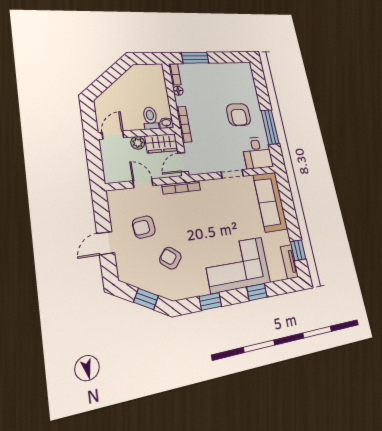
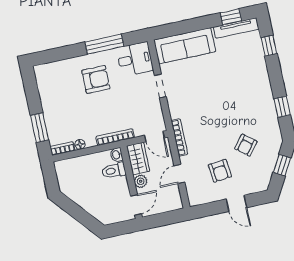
door: (113, 135) -> (136, 205), swing flipped
tv unit: (289, 262) -> (236, 28), width x1.41
corner sofa: (237, 265) -> (248, 81), removed
window: (257, 292) -> (269, 46), moved

